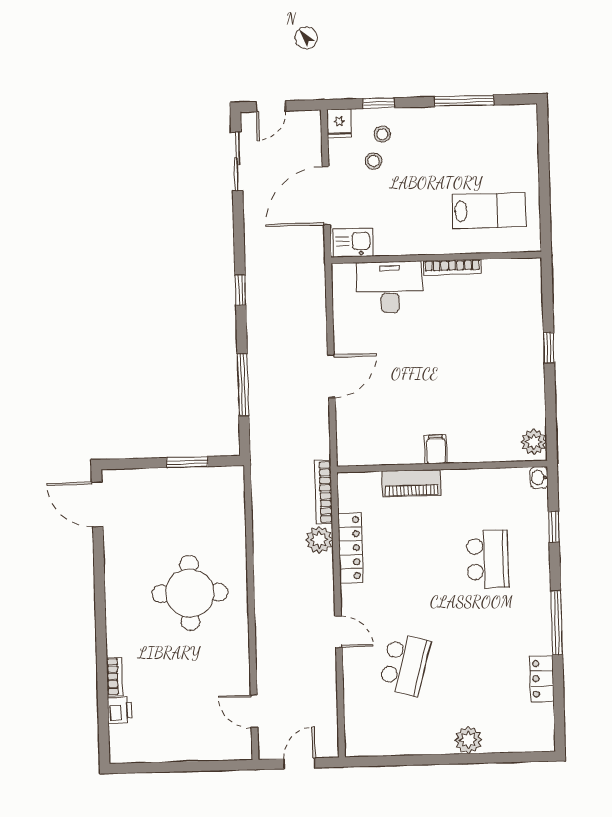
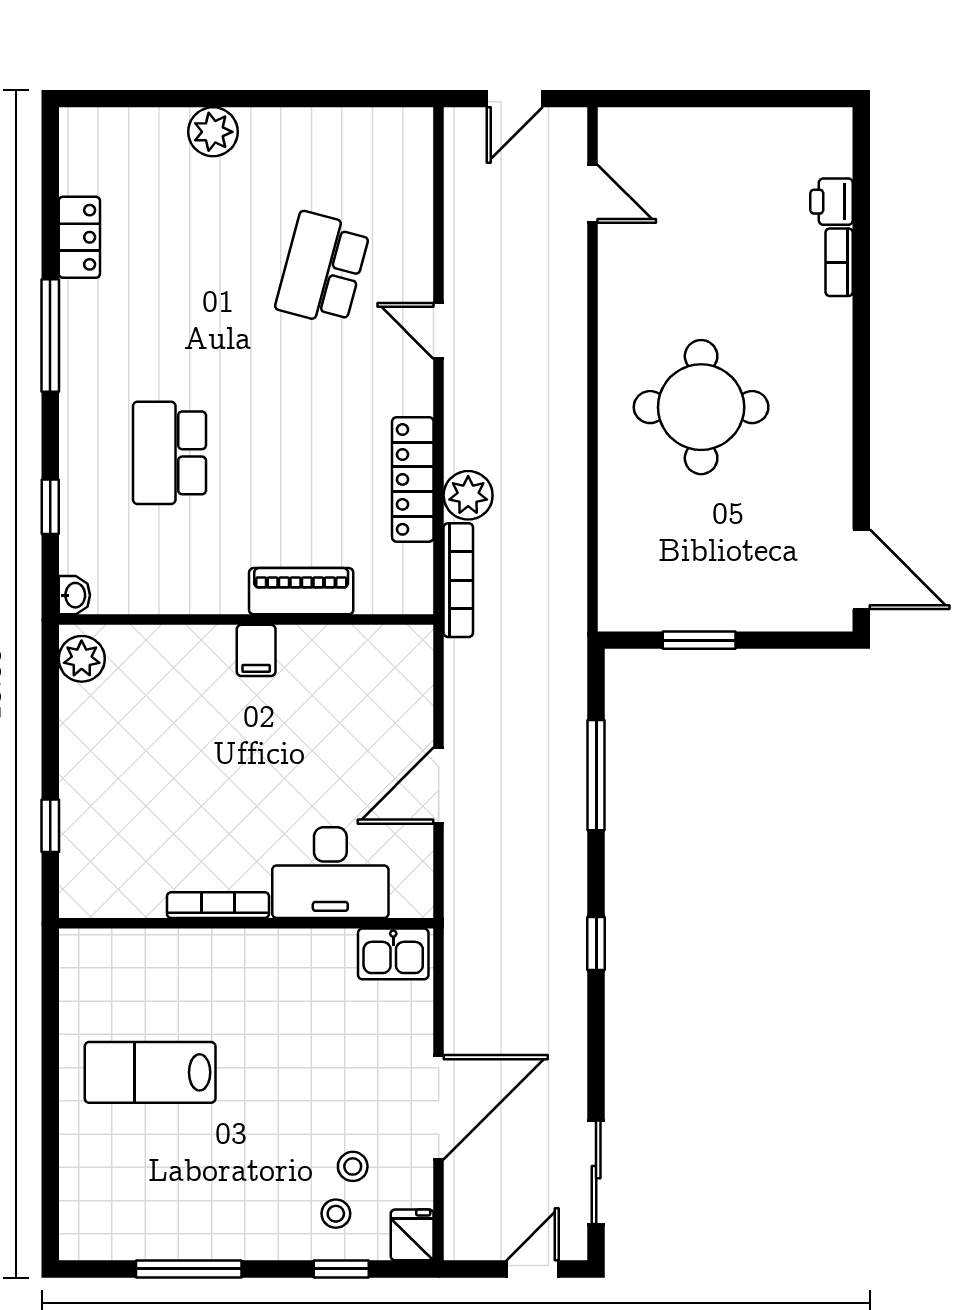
kitchen sink: (353, 243) -> (393, 954), moved
wall: (436, 257) -> (246, 923), moved
bookcase: (452, 267) -> (218, 905), moved
desk: (390, 287) -> (330, 873), moved

